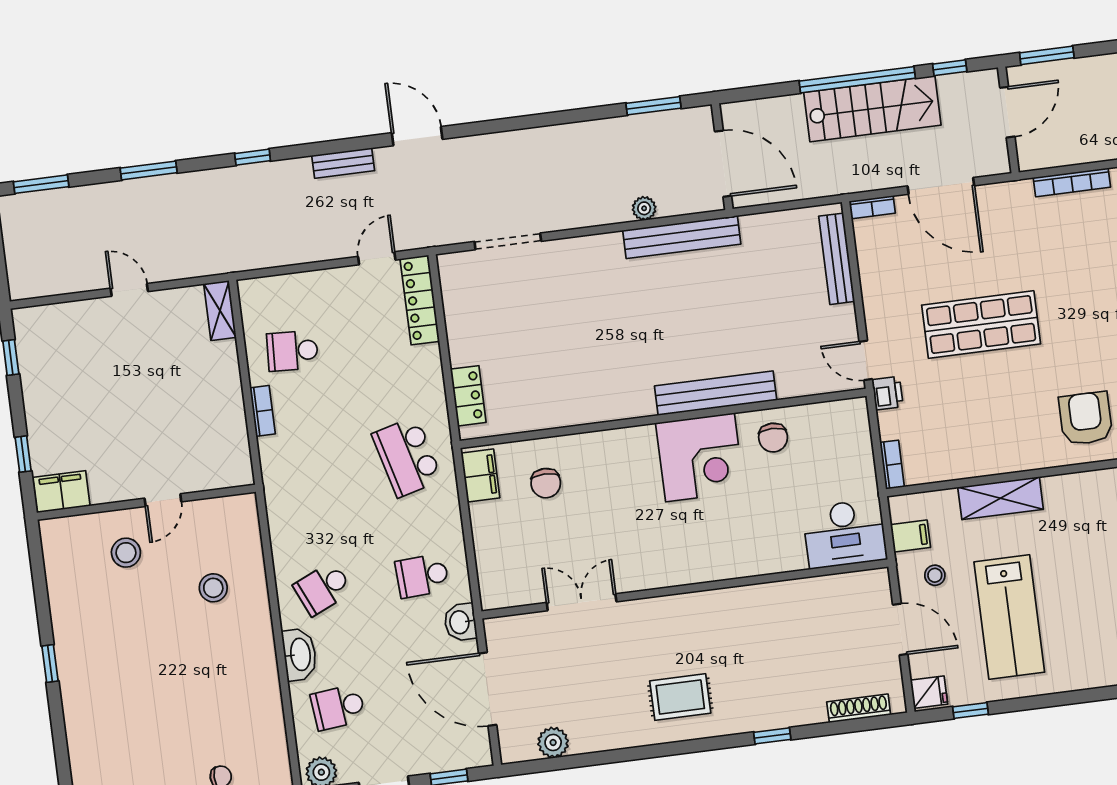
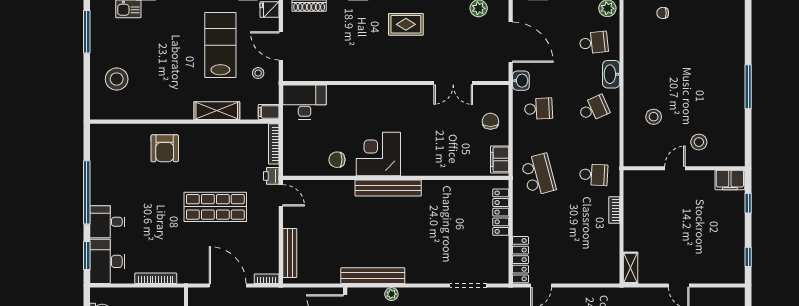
school desk: (292, 351) -> (594, 175), moved
bench: (716, 393) -> (388, 188), moved
locker: (468, 396) -> (501, 212), width x1.53
chair: (773, 438) -> (337, 160), turned -90
bookcase: (892, 465) -> (274, 144), width x1.56
chair: (546, 483) -> (490, 121), moved
filing cabinet: (910, 536) -> (269, 112), moved
window: (50, 664) -> (748, 87), width x2.17

